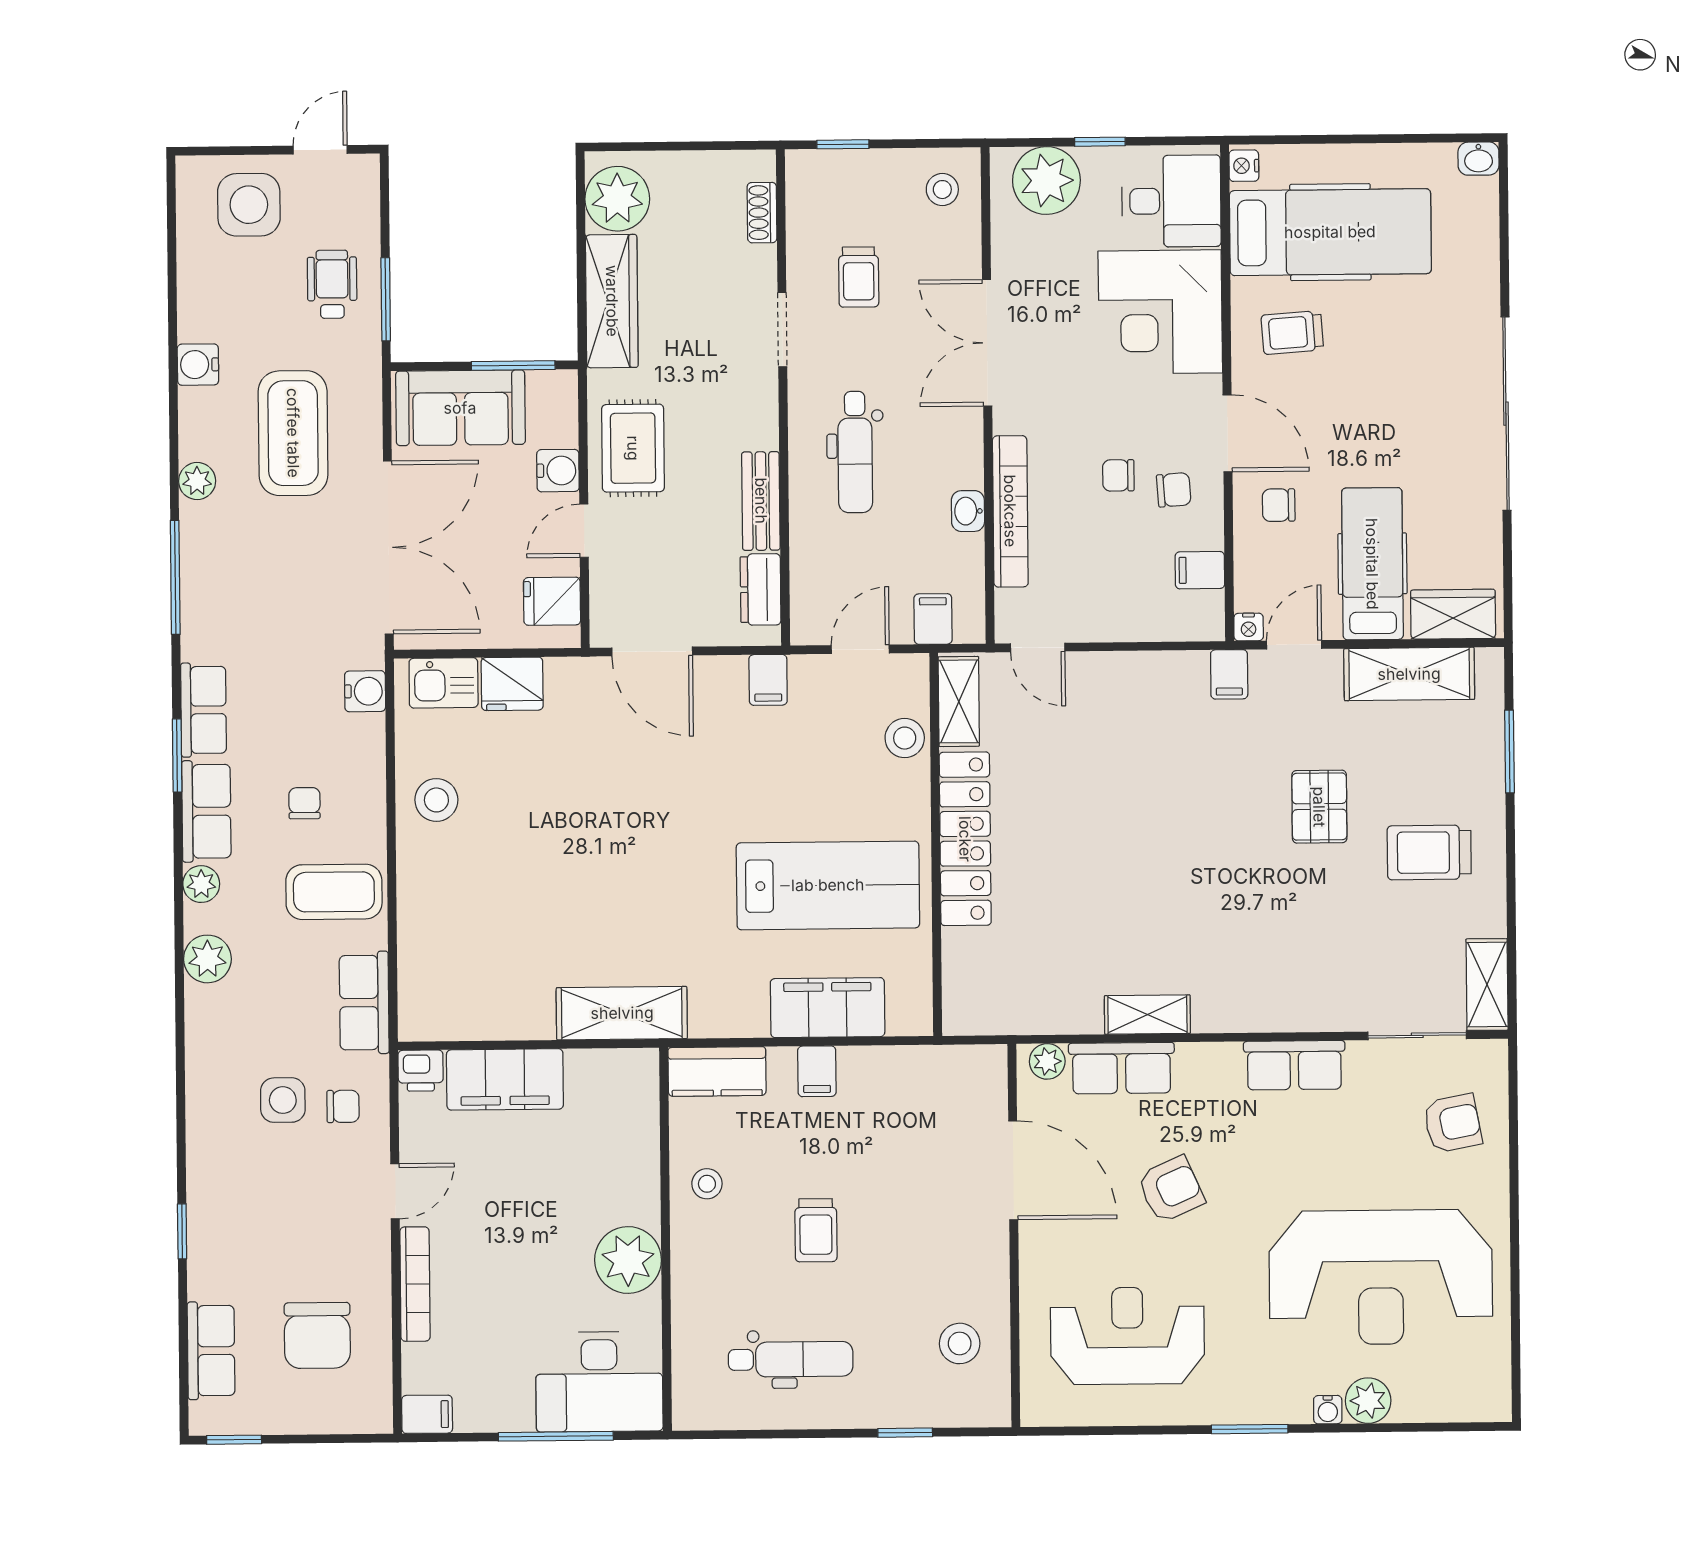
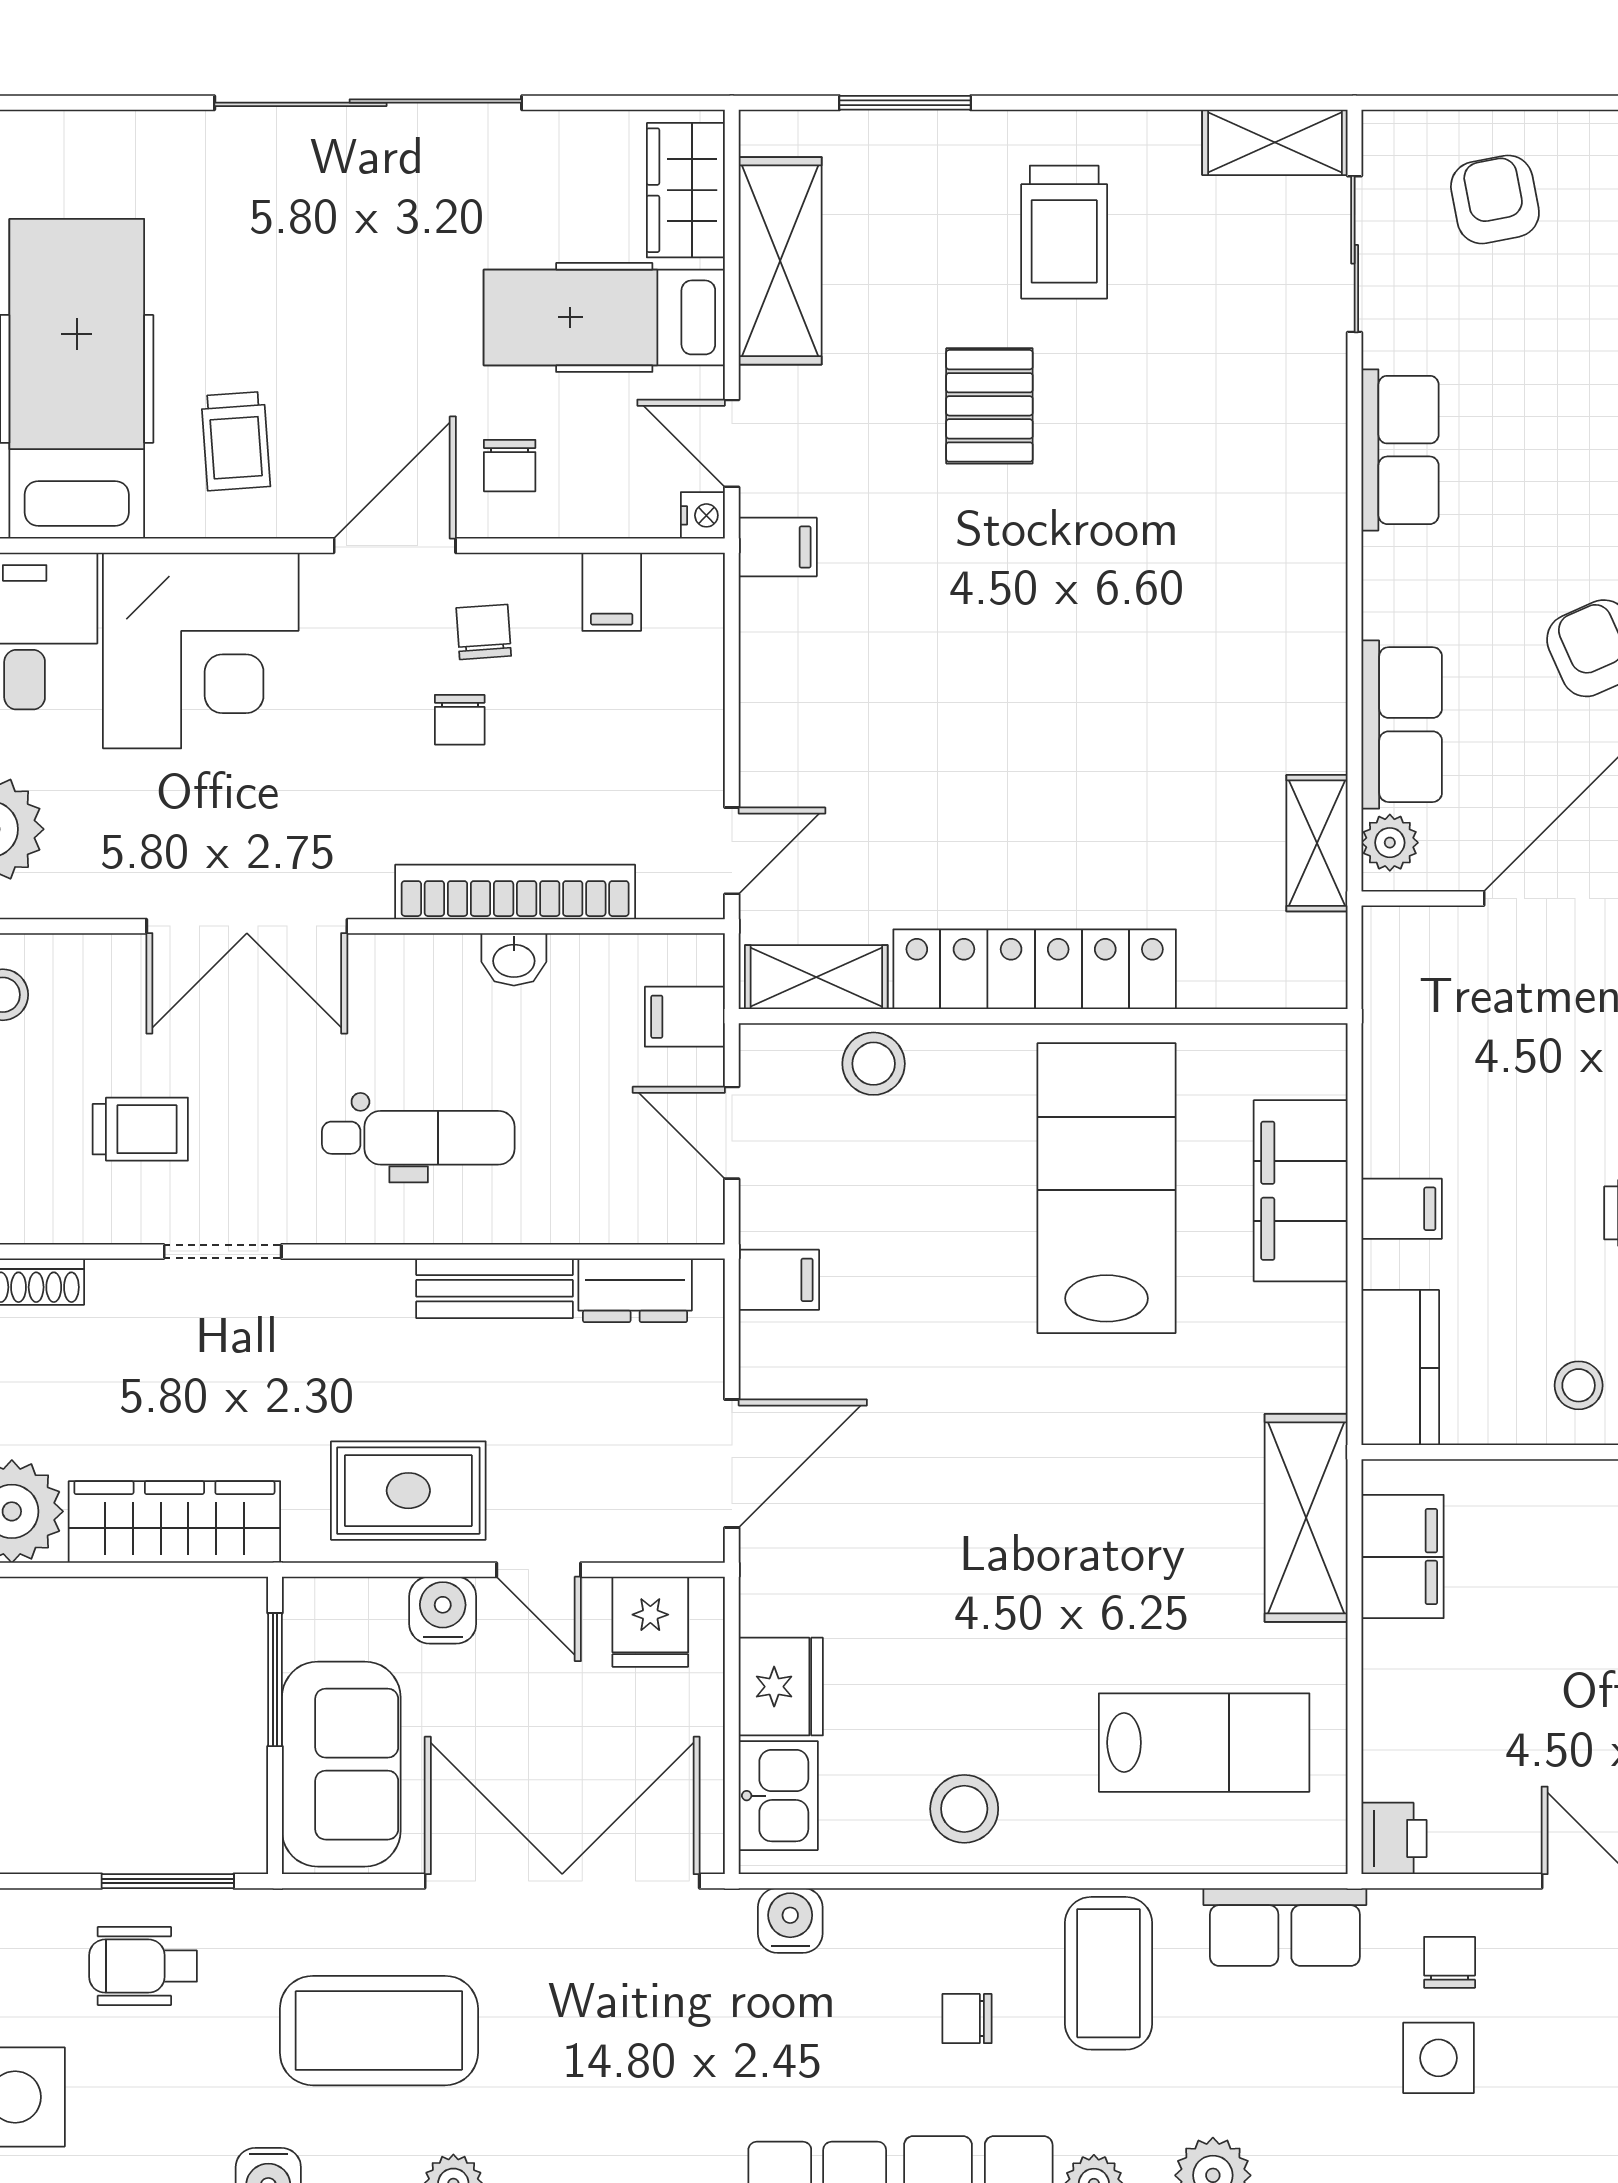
pallet: (1319, 807) -> (989, 406), turned 90
lab bench: (480, 950) -> (1204, 1743), added
shelving: (1147, 1015) -> (1317, 843), moved
filing cabinet: (505, 1079) -> (1403, 1557), moved, width x0.67, depth x0.86

